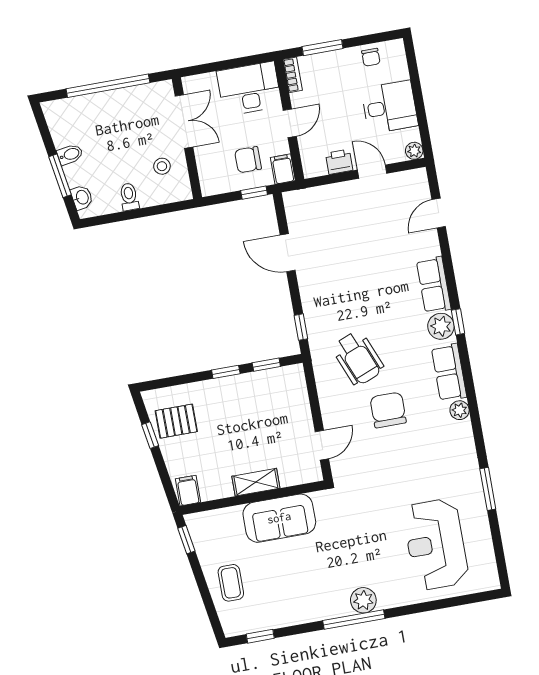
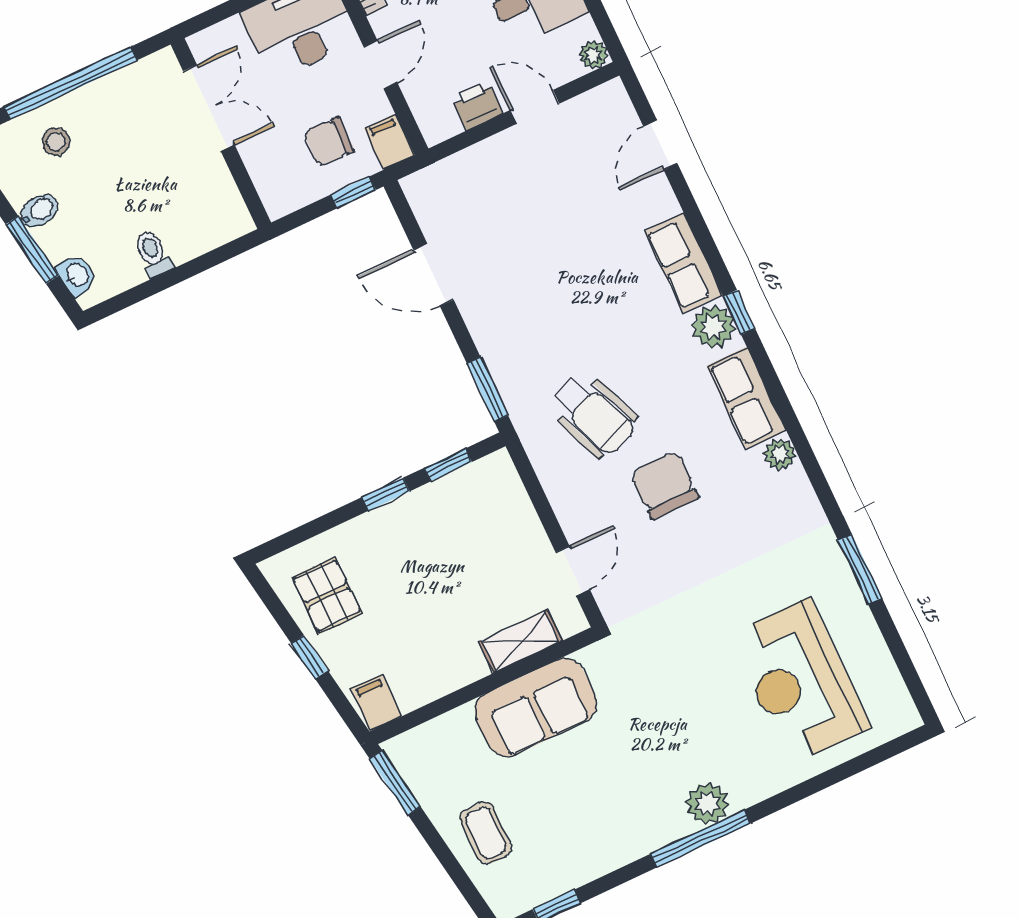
stool: (162, 166) -> (56, 142), moved
window: (301, 327) -> (487, 389), width x1.50
pallet: (176, 421) -> (327, 596), turned 90
window: (150, 435) -> (310, 657), moved
shelving: (256, 482) -> (521, 641), moved
window: (186, 540) -> (395, 782), width x1.50

